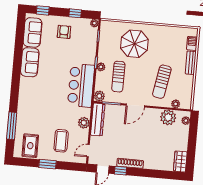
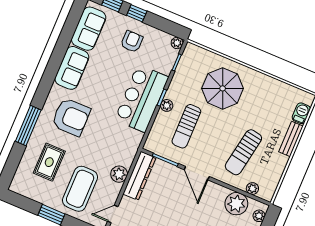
window: (75, 13) -> (137, 13), moved
bar counter: (81, 85) -> (142, 98), moved
armchair: (40, 95) -> (71, 117), added
plant: (99, 96) -> (152, 144), removed
door: (135, 106) -> (197, 173), hinge flipped
window: (12, 126) -> (28, 126), moved
coffee table: (61, 141) -> (80, 189), width x1.36, depth x1.32
rug: (30, 146) -> (49, 162), moved

